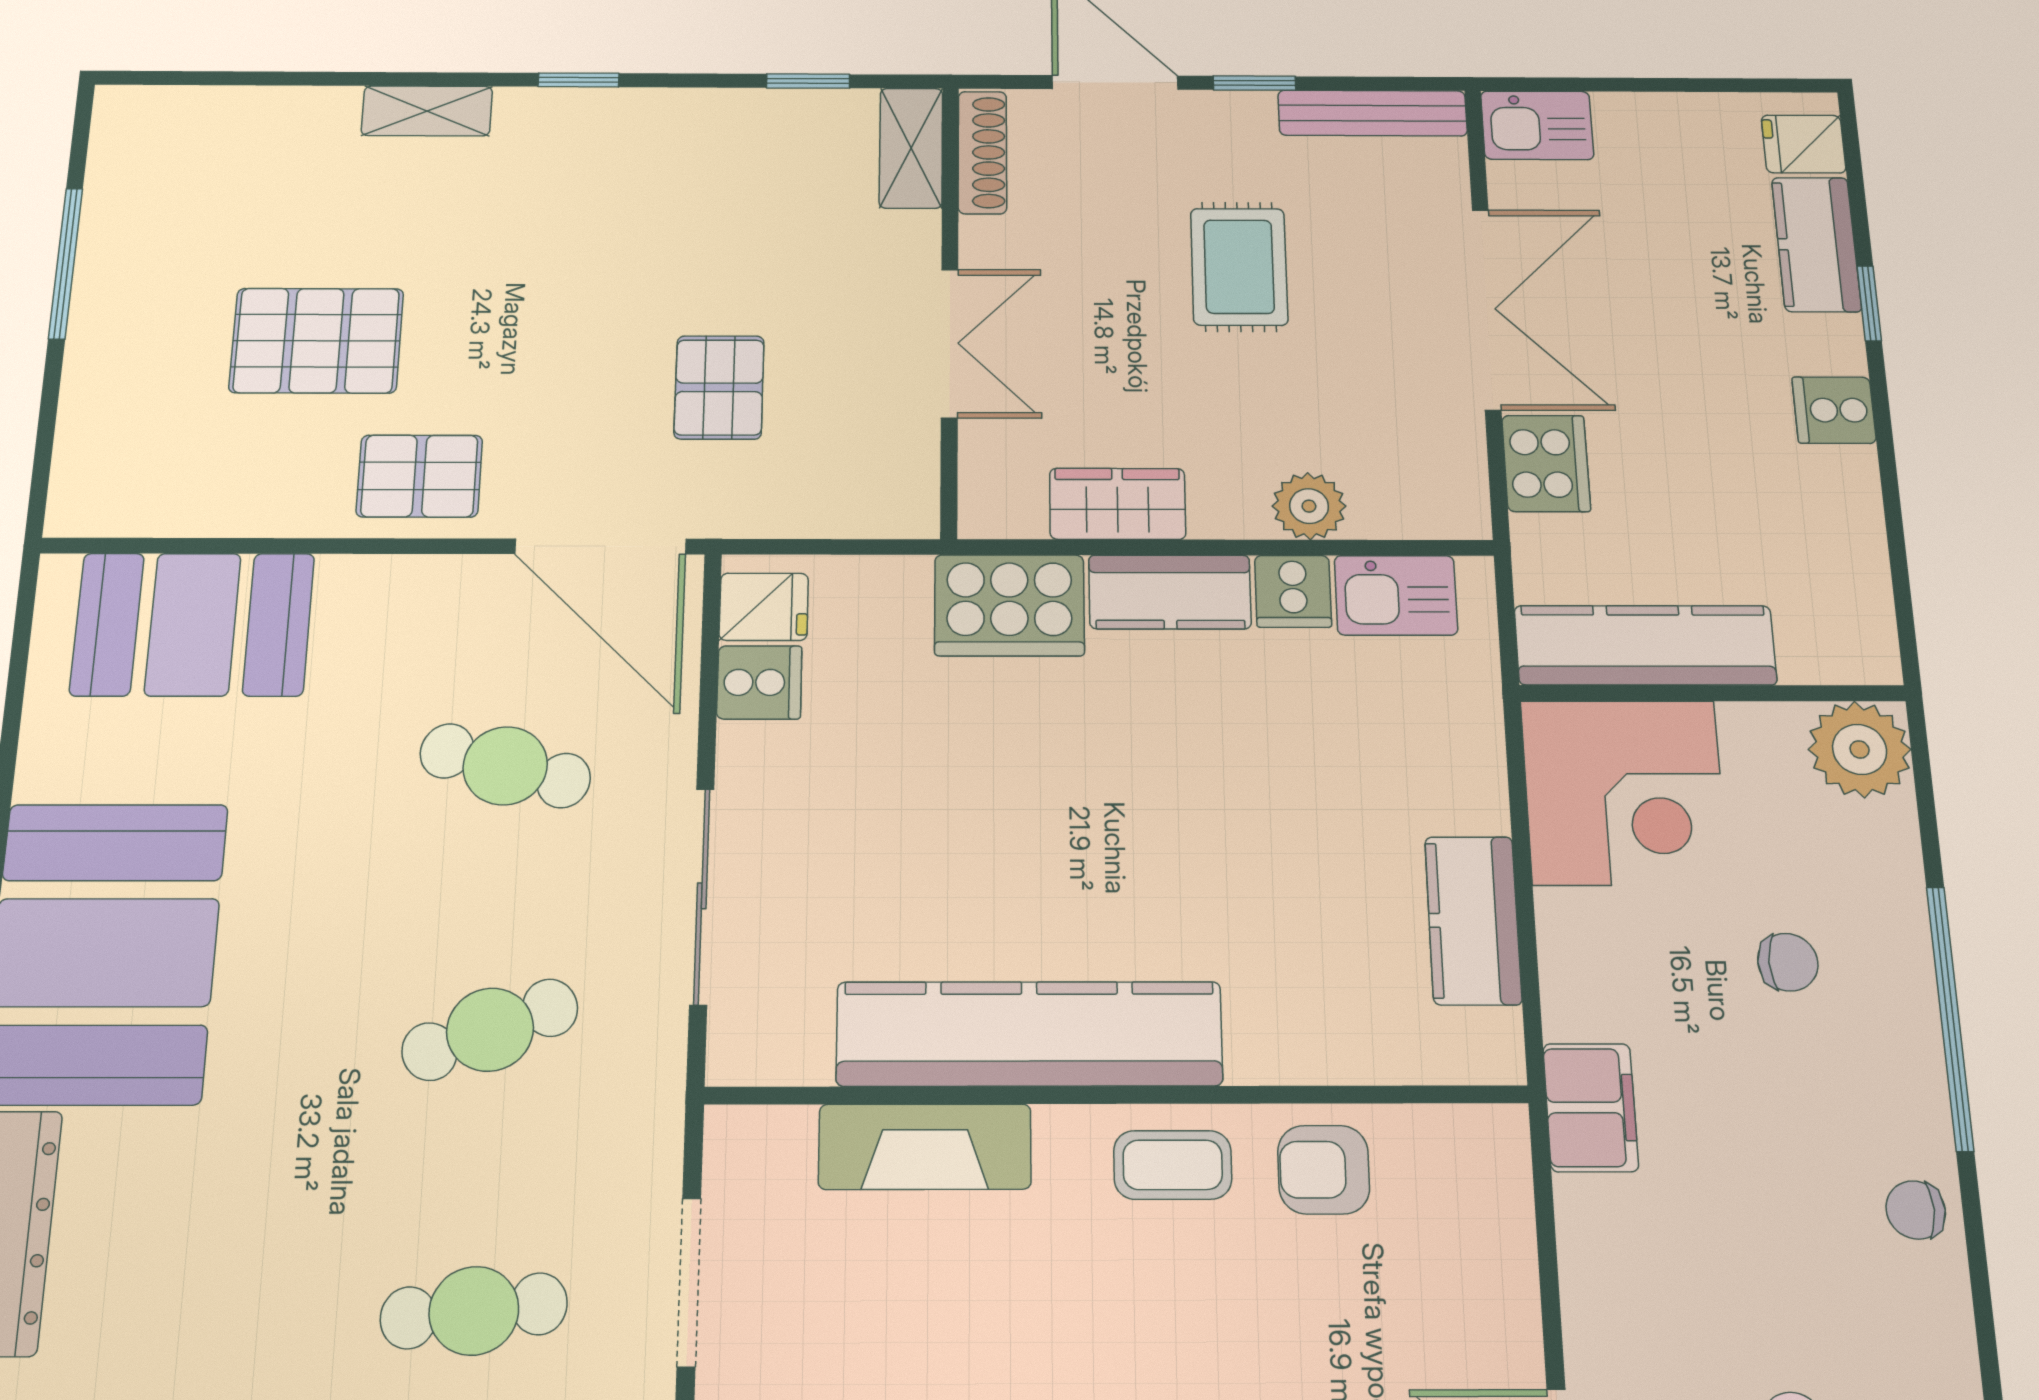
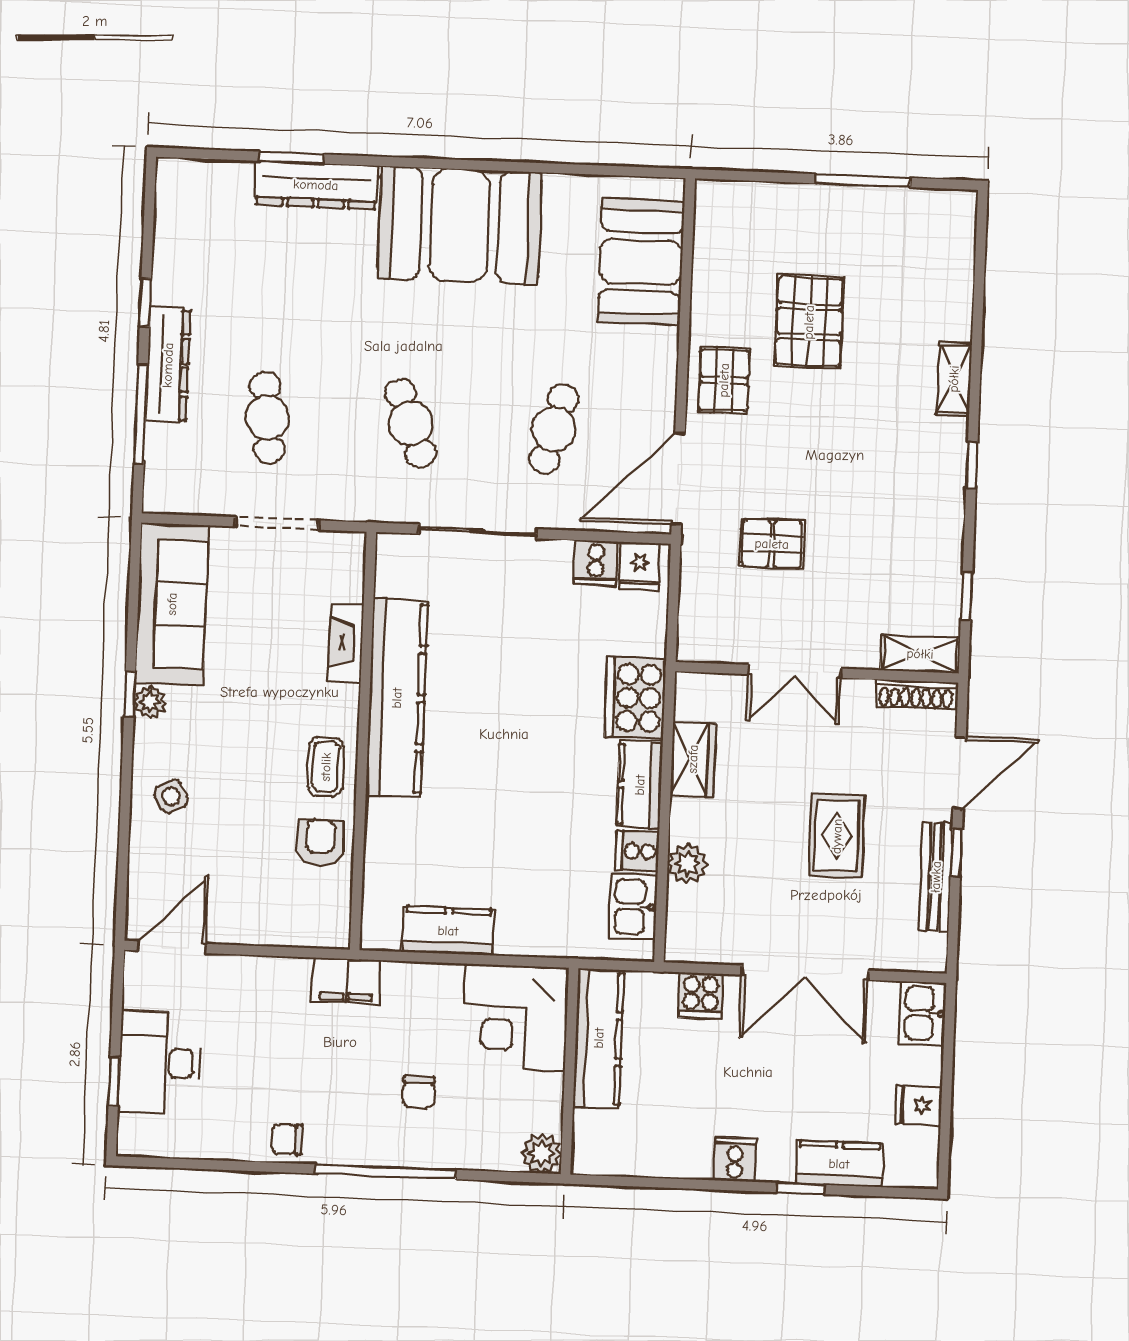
bench: (1372, 113) -> (936, 877), moved
fridge: (1804, 144) -> (919, 1105), moved, turned -90
rug: (1239, 267) -> (837, 836), turned 90
cooker: (1546, 463) -> (701, 996), width x0.73
plant: (1860, 749) -> (541, 1153), width x0.73, depth x0.73
fireplace: (925, 1147) -> (346, 643), width x0.73, depth x0.76
chair: (1916, 1210) -> (287, 1139), turned -90

